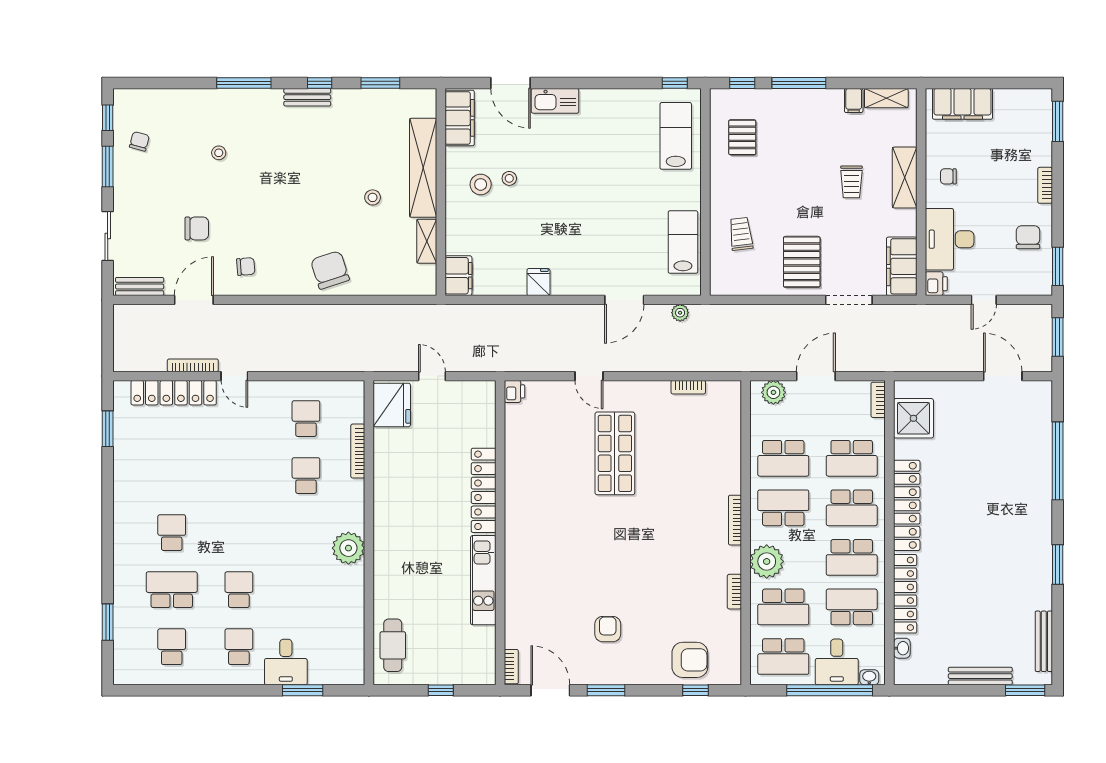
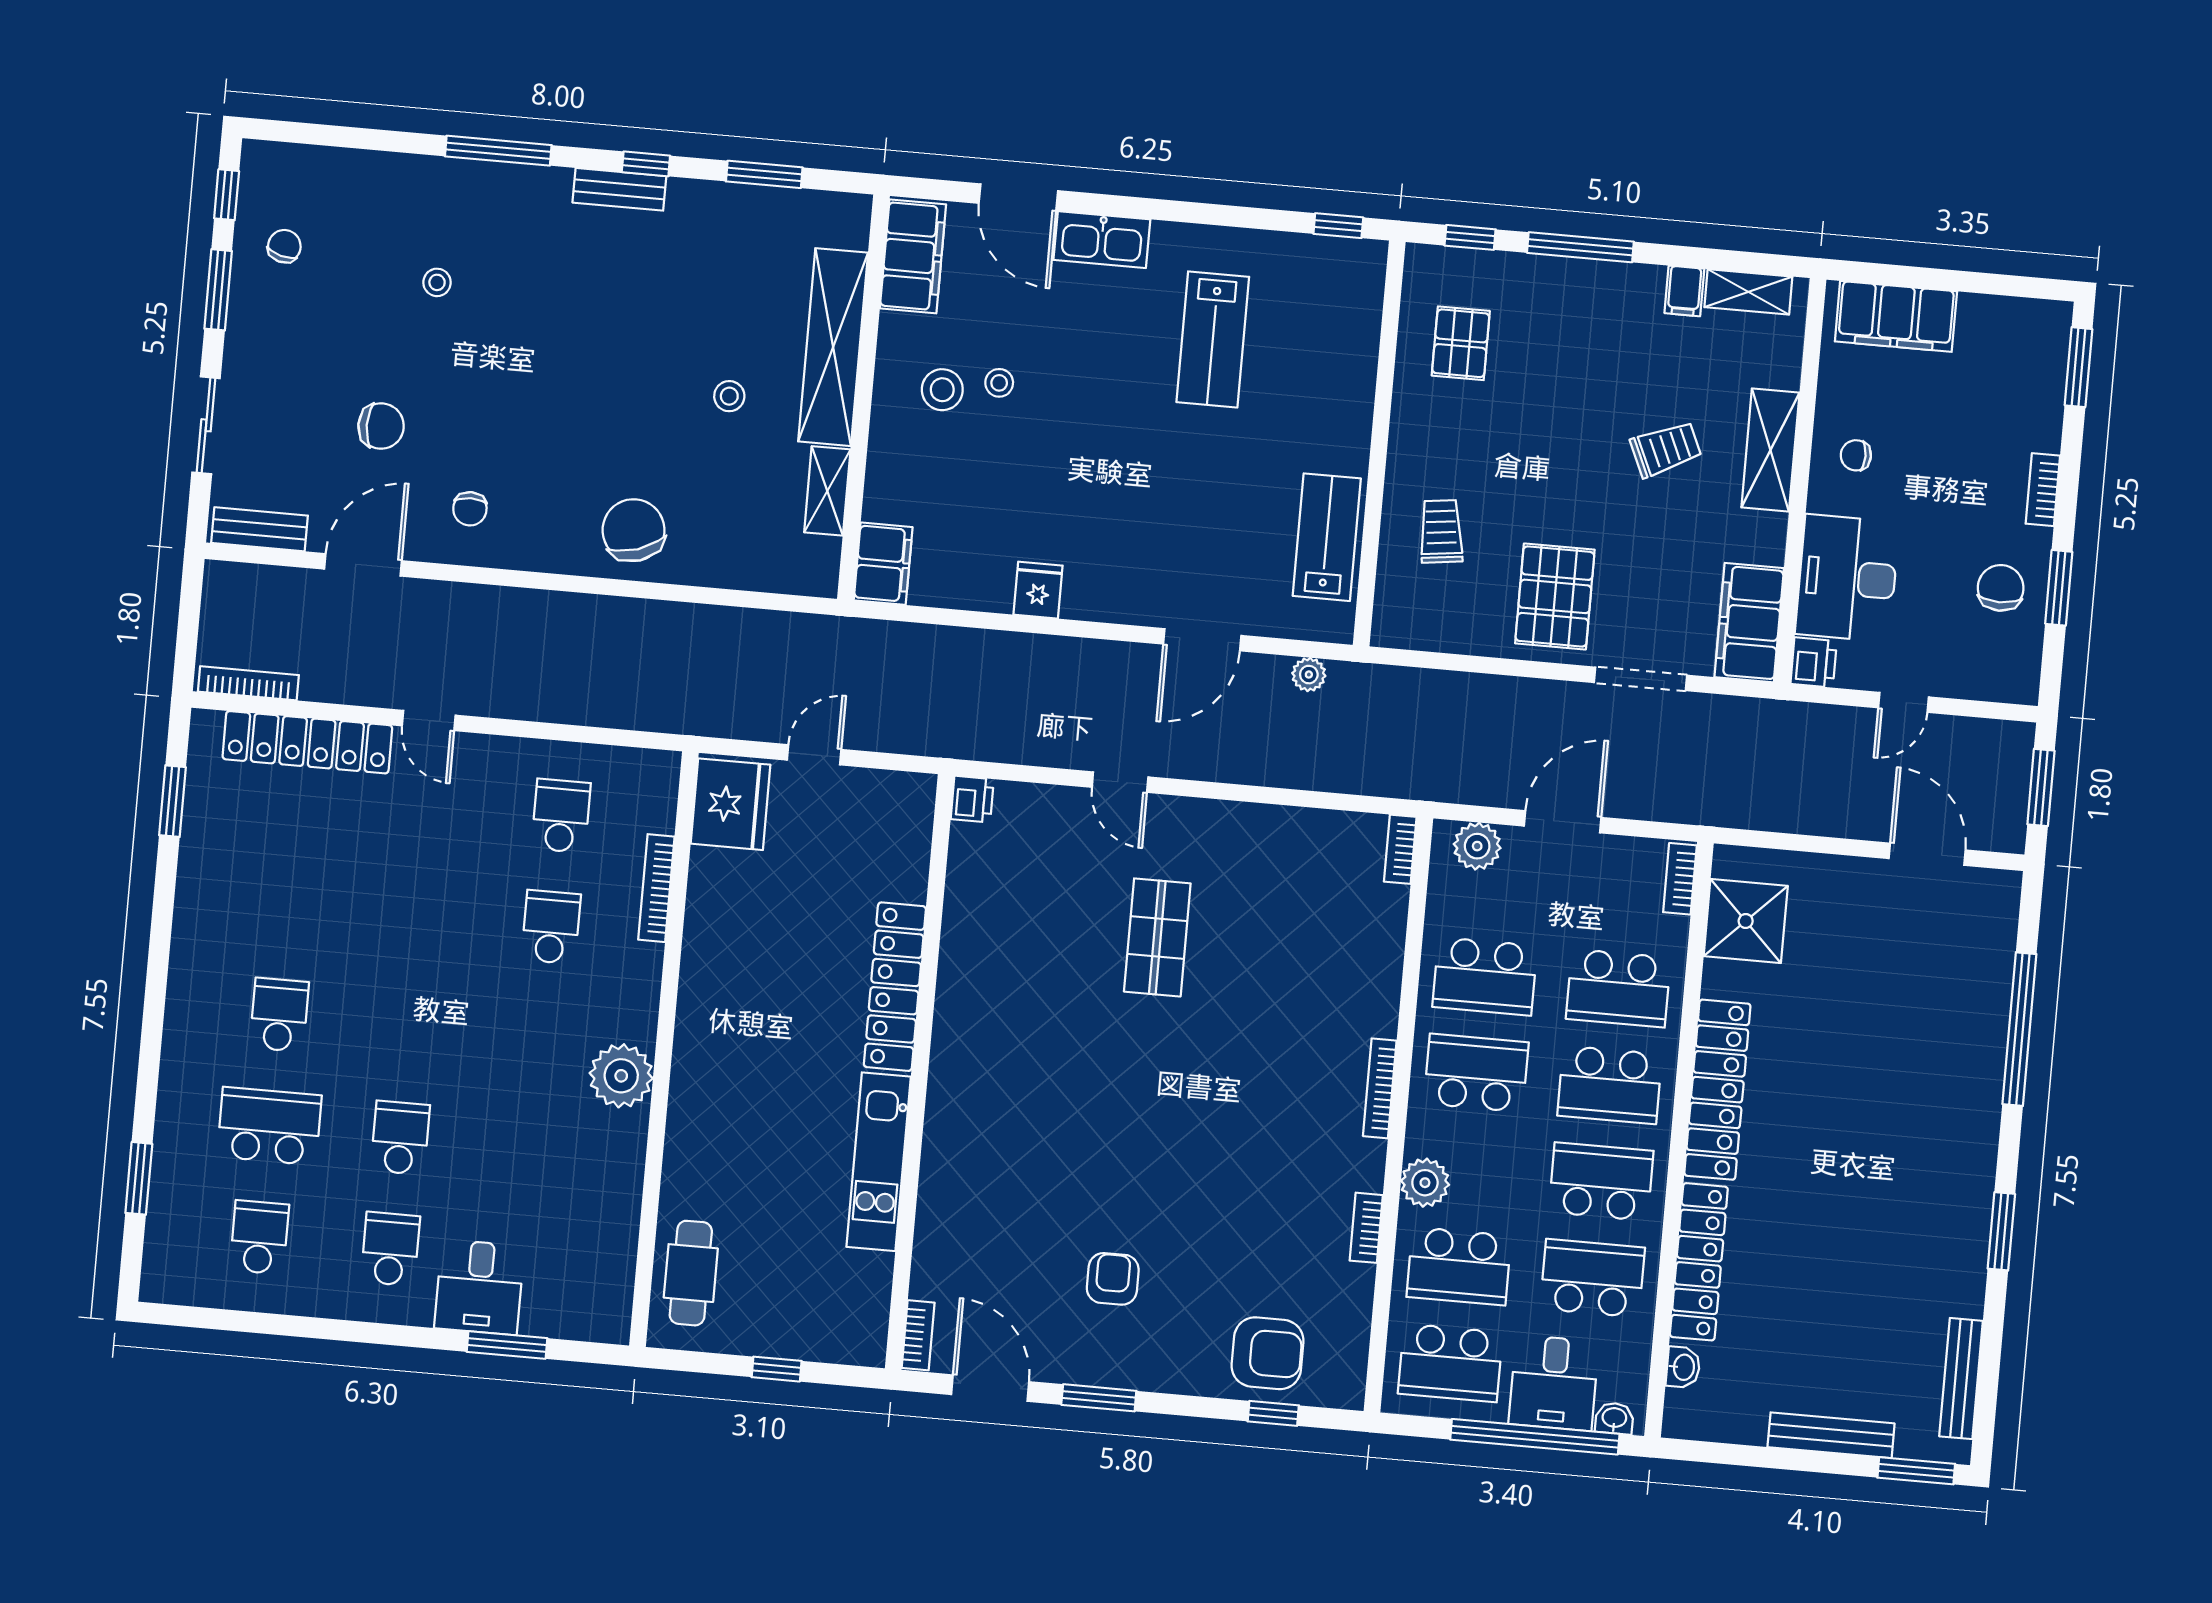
lab bench: (676, 136) -> (1213, 339), moved, turned 180
trolley: (851, 182) -> (1666, 449), turned -114
window: (1058, 266) -> (2059, 588), moved
chair: (246, 267) -> (470, 509), turned 94
bookcase: (193, 365) -> (248, 683), moved
door: (432, 376) -> (814, 755), hinge flipped
bookcase: (688, 387) -> (1400, 849), moved, turned 90
shop shelf: (615, 453) -> (1157, 937), width x0.70, depth x0.74
school desk: (852, 557) -> (1601, 1182), turned 180
plant: (767, 561) -> (1425, 1183), width x0.73, depth x0.73

